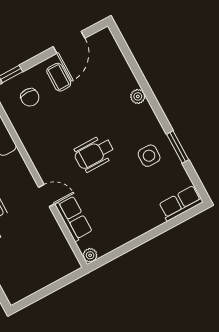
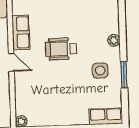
plant: (138, 96) -> (114, 40), moved
row of seats: (74, 218) -> (21, 32), moved

